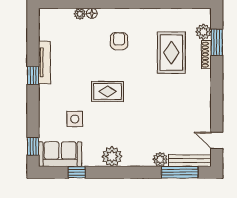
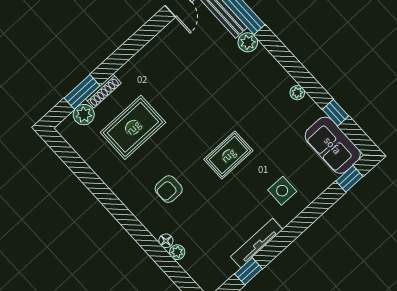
window: (33, 75) -> (248, 271), moved
rug: (108, 91) -> (228, 155), turned 90
side table: (75, 119) -> (282, 191), moved
plant: (112, 156) -> (297, 93), width x0.53, depth x0.53

